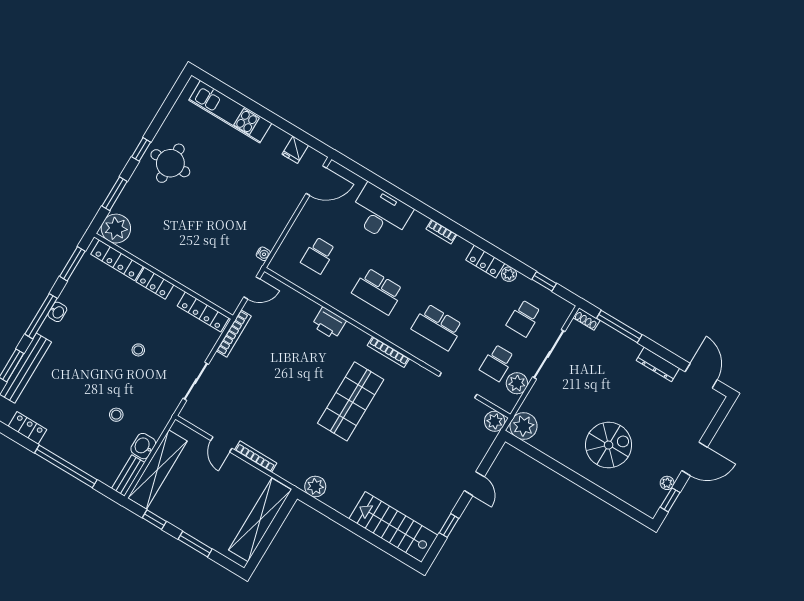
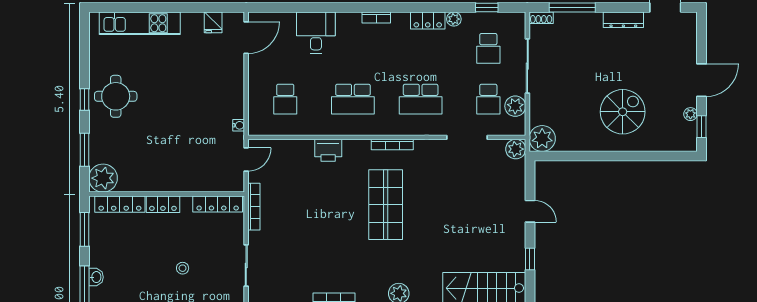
desk: (380, 213) -> (316, 33), width x0.73

